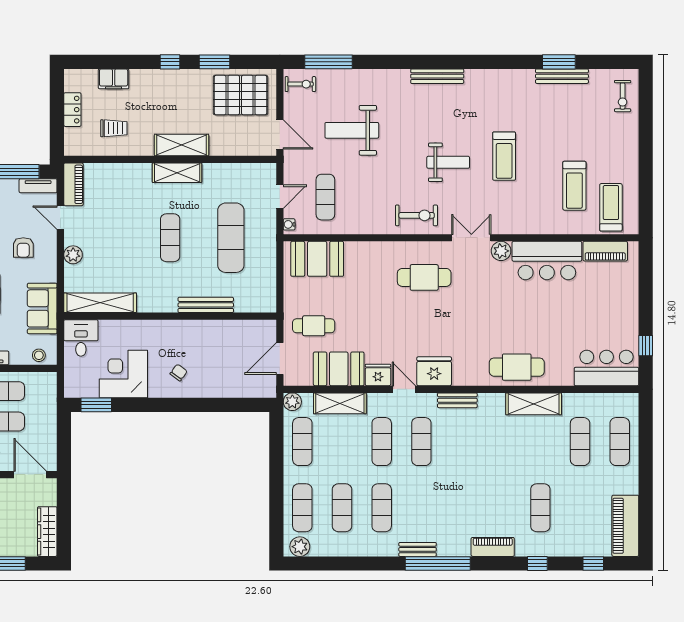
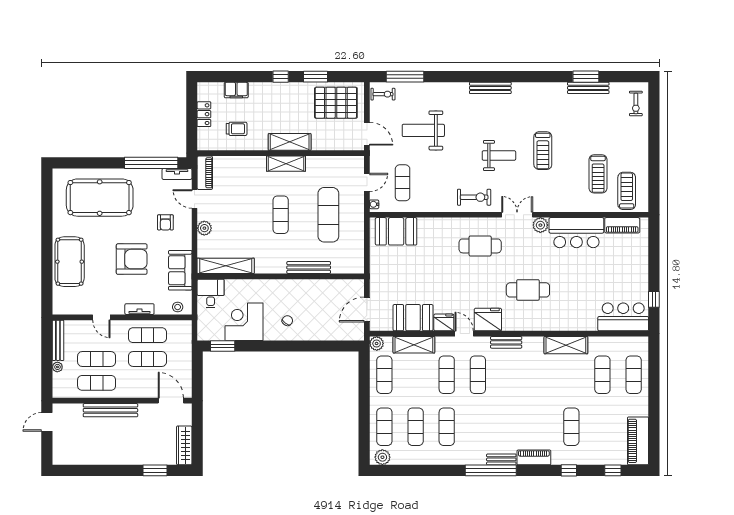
cafe table: (314, 326) -> (393, 284), removed
cafe table: (517, 367) -> (528, 290), moved
bench: (418, 549) -> (501, 459), moved

